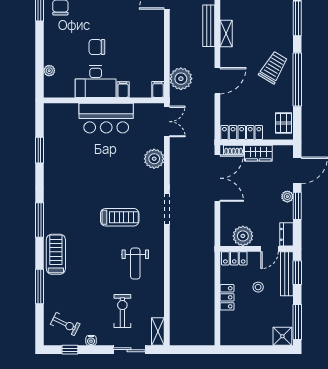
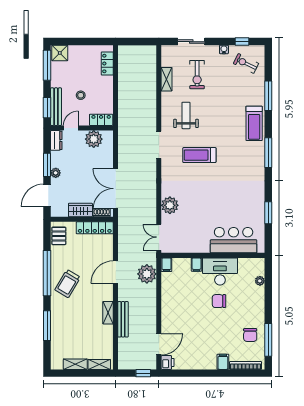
chair: (97, 47) -> (219, 301), turned 180
bar counter: (106, 118) -> (234, 240), moved
doorway: (167, 209) -> (159, 145), moved
locker: (227, 297) -> (107, 64), moved
shelving: (158, 332) -> (167, 79), moved

